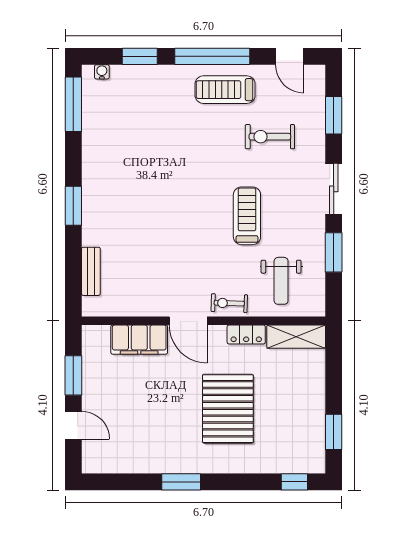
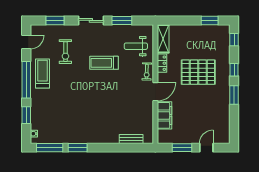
treadmill: (225, 90) -> (42, 74), turned 180
window: (73, 206) -> (78, 148), moved
weight bench: (281, 281) -> (136, 46), turned 180
window: (233, 482) -> (234, 70), added

